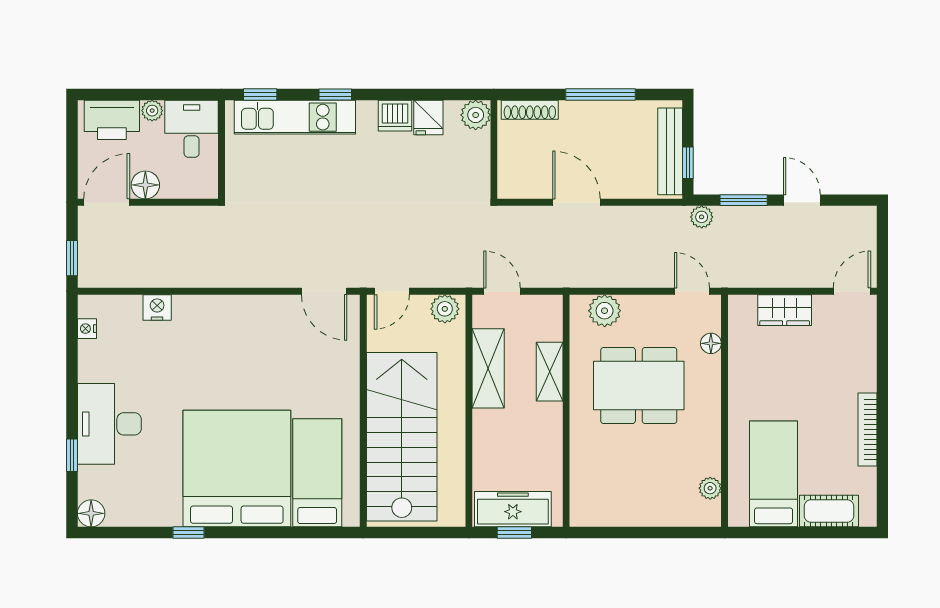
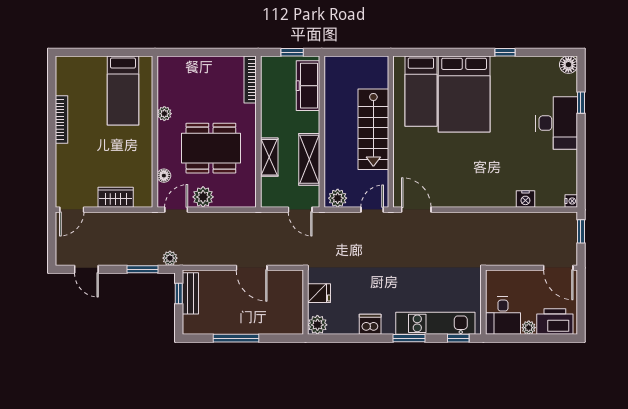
window: (335, 94) -> (409, 338), width x1.50
shoe rack: (530, 110) -> (282, 328), removed
fridge: (428, 117) -> (319, 293), moved, turned 90
bench: (670, 151) -> (190, 293), width x0.73
floor lamp: (145, 185) -> (533, 279), removed
door: (802, 200) -> (86, 269), moved
door: (107, 202) -> (558, 268), hinge flipped
door: (692, 291) -> (176, 210), swing flipped
plant: (605, 311) -> (203, 197), moved
nightstand: (87, 329) -> (571, 201), moved
stairs: (402, 437) -> (373, 129), width x0.73, depth x0.66
bed: (237, 469) -> (464, 94), width x0.73
plant: (710, 488) -> (164, 114), moved
bookcase: (579, 491) -> (250, 80), added
freezer: (513, 509) -> (308, 86), moved, turned 90
cot: (829, 511) -> (87, 66), removed

